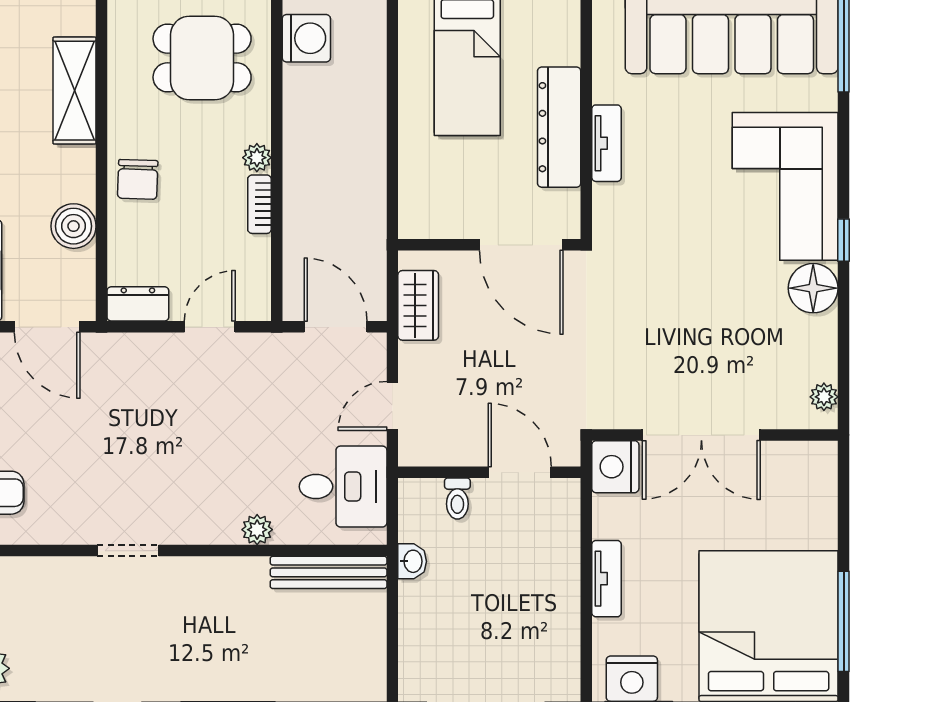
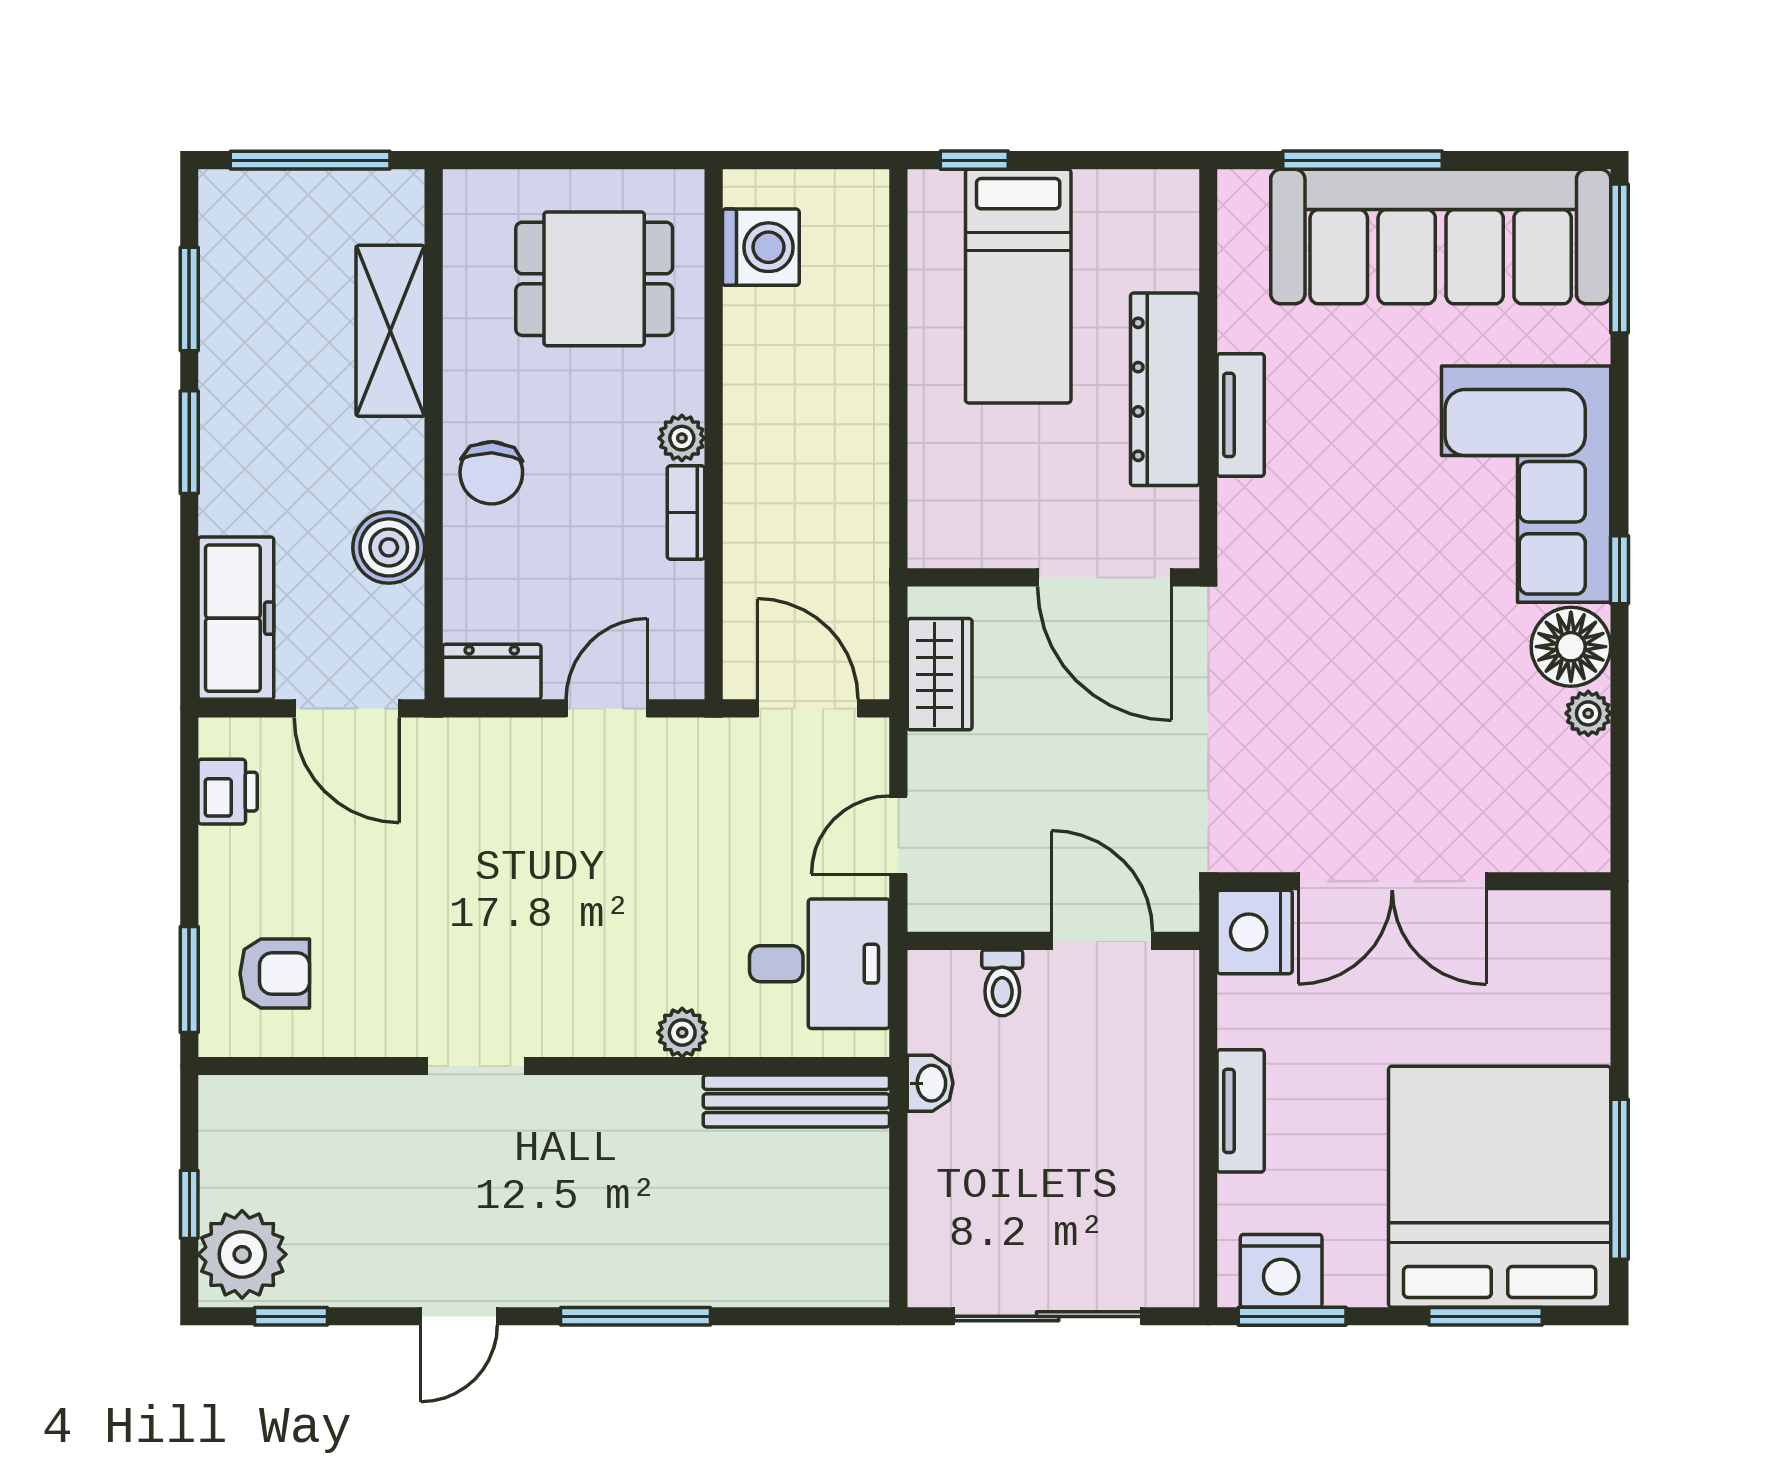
plant: (824, 397) -> (1588, 713), moved

